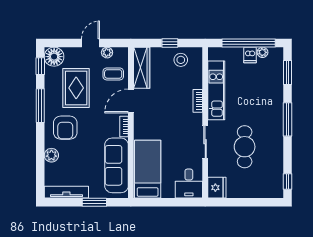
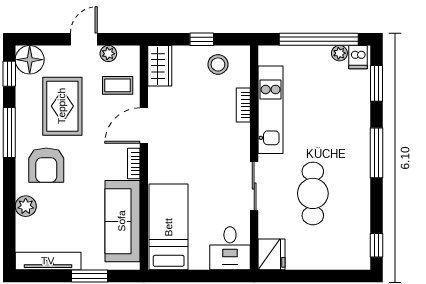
dishwasher: (250, 55) -> (358, 57), moved
wardrobe: (142, 68) -> (160, 66), width x0.67
bookcase: (198, 101) -> (243, 105), moved

